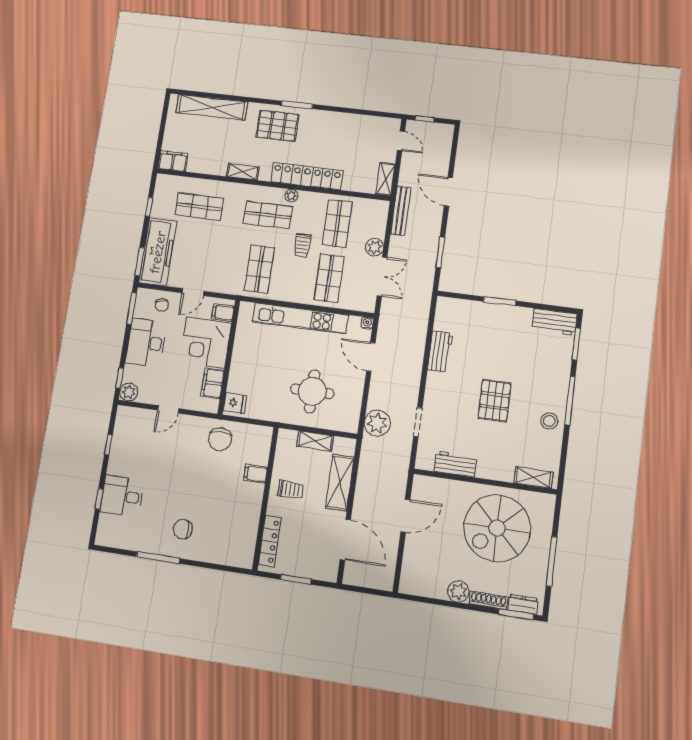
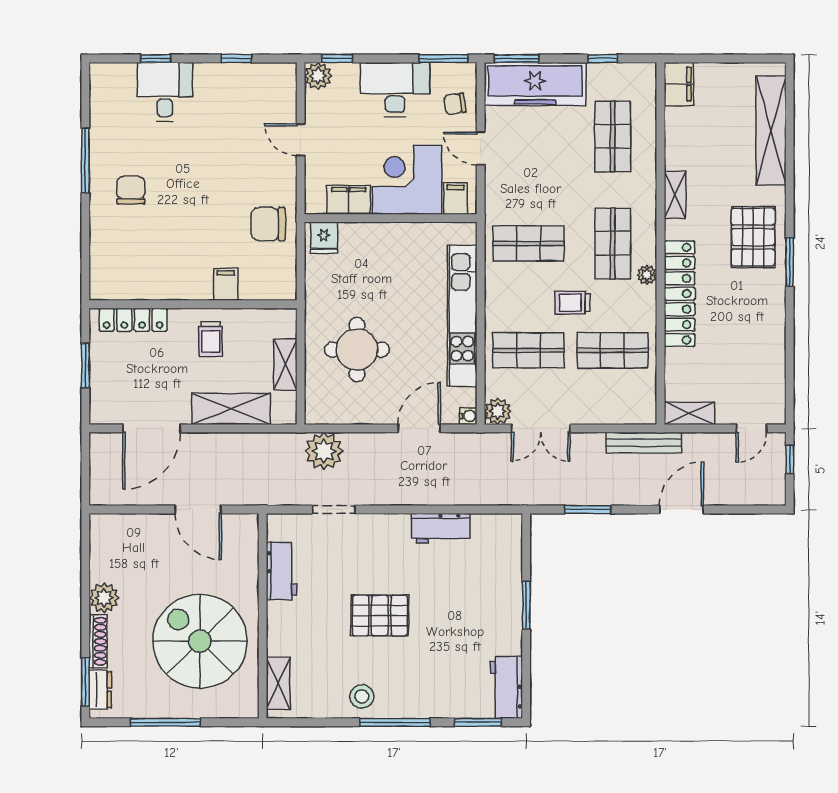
plant: (375, 247) -> (498, 411), moved

